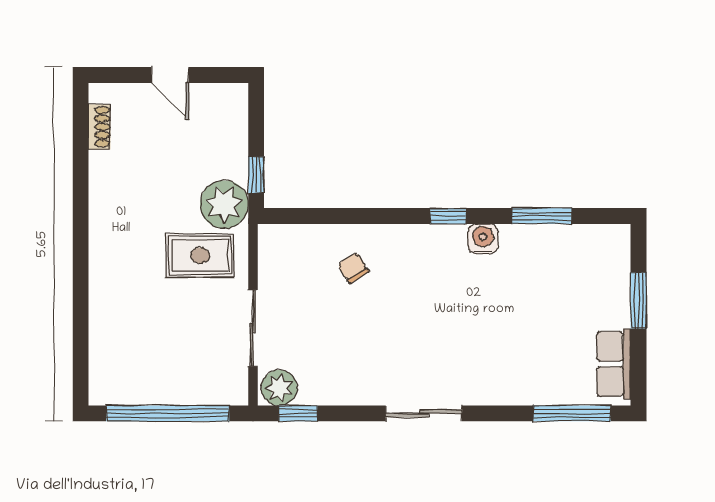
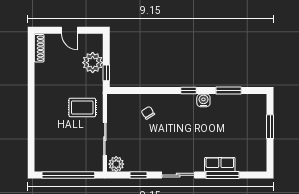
shoe rack: (99, 127) -> (39, 48), width x1.43
plant: (224, 204) -> (93, 63), moved
row of seats: (614, 364) -> (220, 165), moved, turned 90
window: (298, 413) -> (138, 175), moved
window: (572, 413) -> (223, 175), moved

